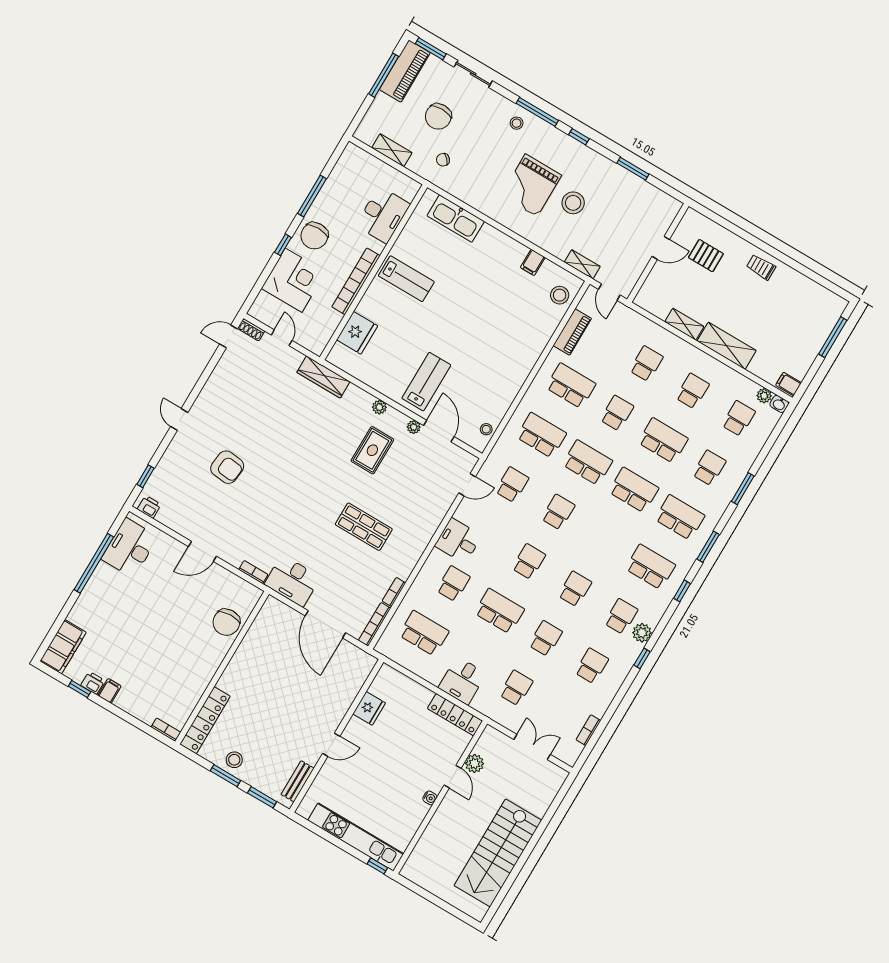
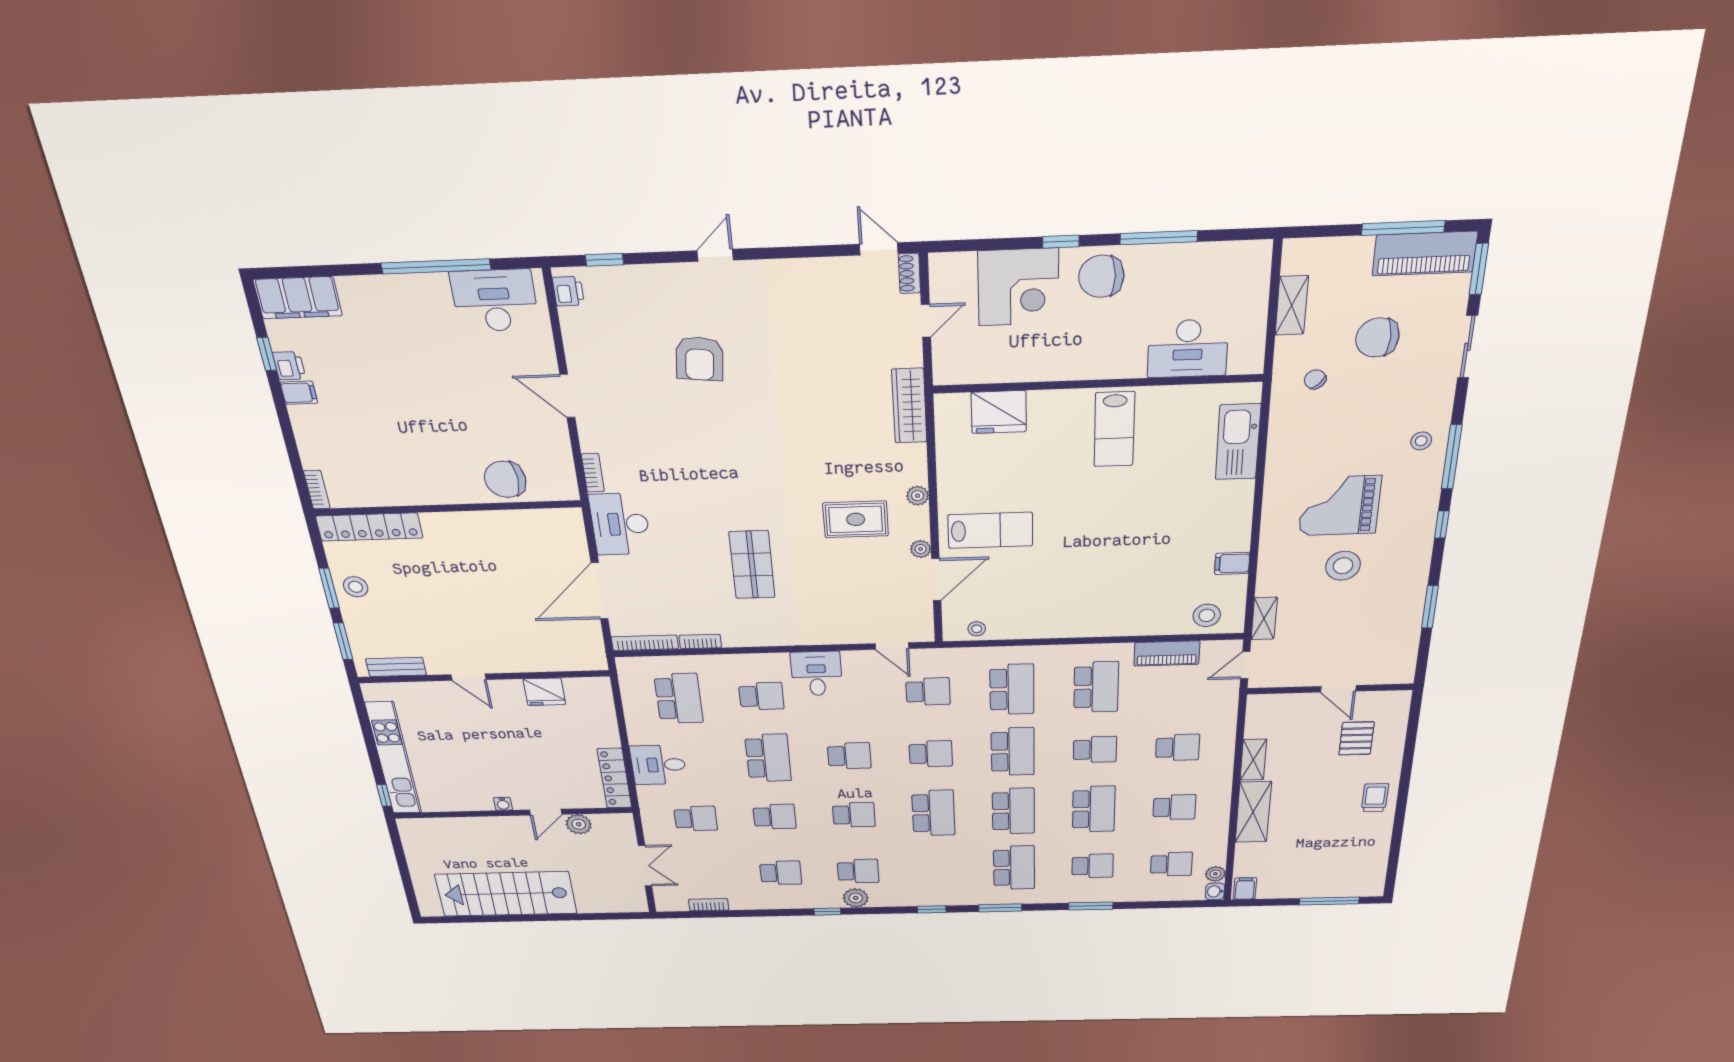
bookcase: (356, 281) -> (1070, 369), removed
school desk: (650, 567) -> (933, 813), moved

